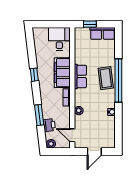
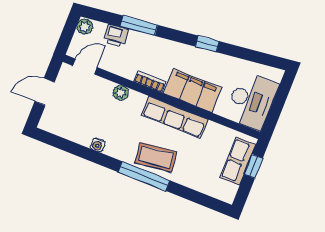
row of seats: (102, 33) -> (238, 161), moved
desk: (59, 39) -> (252, 101), width x1.37
row of seats: (80, 76) -> (175, 117), width x1.48
window: (118, 80) -> (144, 176), width x0.68
door: (94, 151) -> (45, 92), hinge flipped

